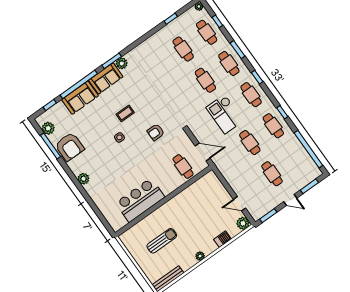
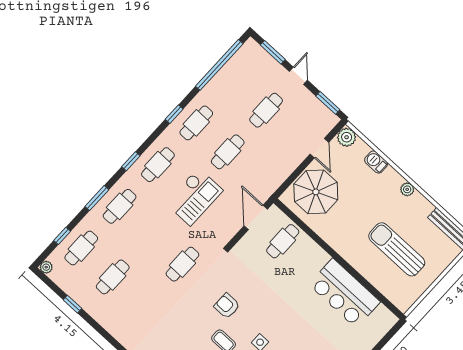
cafe table: (205, 80) -> (182, 264), moved
armchair: (156, 132) -> (227, 306), moved, turned 180
parasol: (211, 195) -> (316, 192), added
sun lounger: (162, 241) -> (397, 249), width x1.36, depth x1.34

